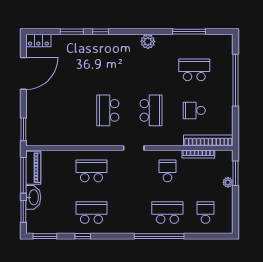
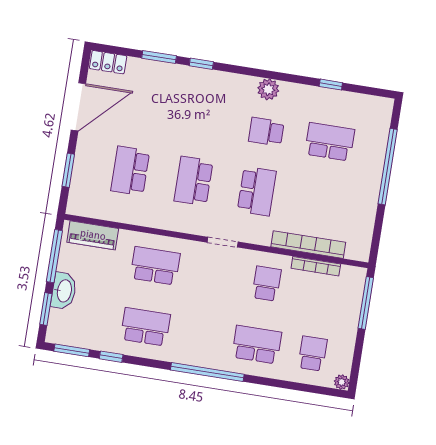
window: (189, 32) -> (331, 85), width x0.46
school desk: (65, 110) -> (130, 171), added
school desk: (194, 110) -> (266, 132), moved
window: (23, 129) -> (68, 170), moved
bookcase: (208, 140) -> (308, 245), moved
piano: (33, 168) -> (93, 235), moved, turned 90
window: (236, 173) -> (366, 303), width x1.44
plant: (228, 182) -> (342, 382), moved
window: (83, 236) -> (111, 357), moved
window: (159, 236) -> (207, 372), moved

